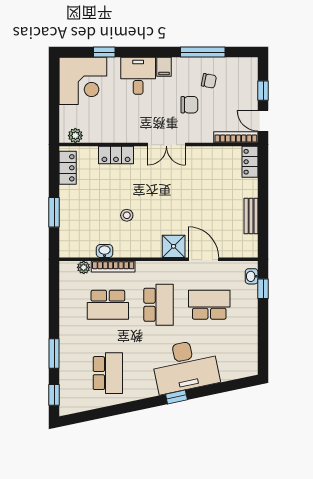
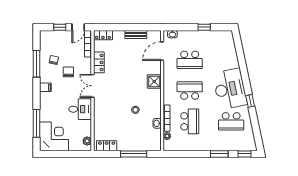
window: (104, 52) -> (36, 123), width x2.17
desk: (138, 76) -> (80, 109), moved, turned 180
double door: (166, 145) -> (93, 86), swing flipped
locker: (116, 155) -> (99, 62), moved
window: (54, 212) -> (134, 154), width x1.44
door: (203, 259) -> (162, 51), moved
window: (263, 289) -> (204, 27), moved
school desk: (209, 305) -> (190, 60), turned -90
desk: (185, 366) -> (230, 89), moved
school desk: (108, 373) -> (231, 121), turned 180
window: (176, 397) -> (250, 101), moved

